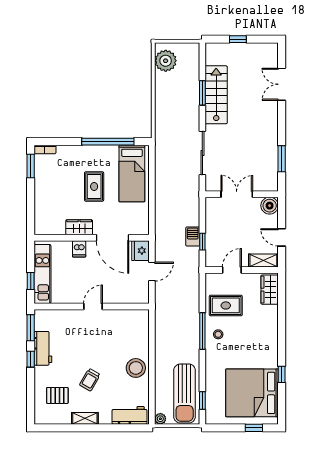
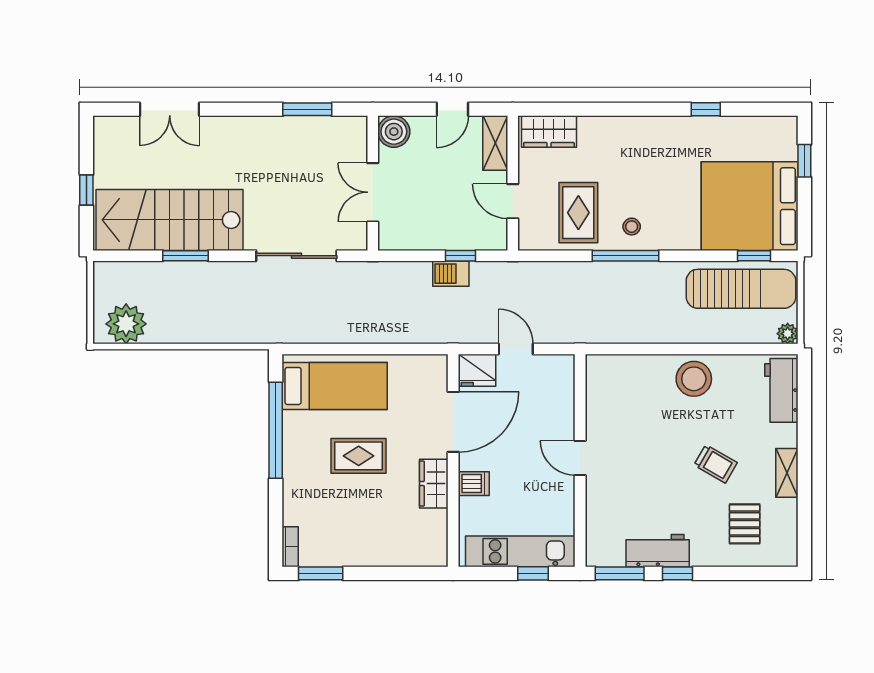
stairs: (216, 95) -> (169, 220), width x1.36, depth x1.51
bed: (252, 393) -> (750, 206), moved, turned 90

